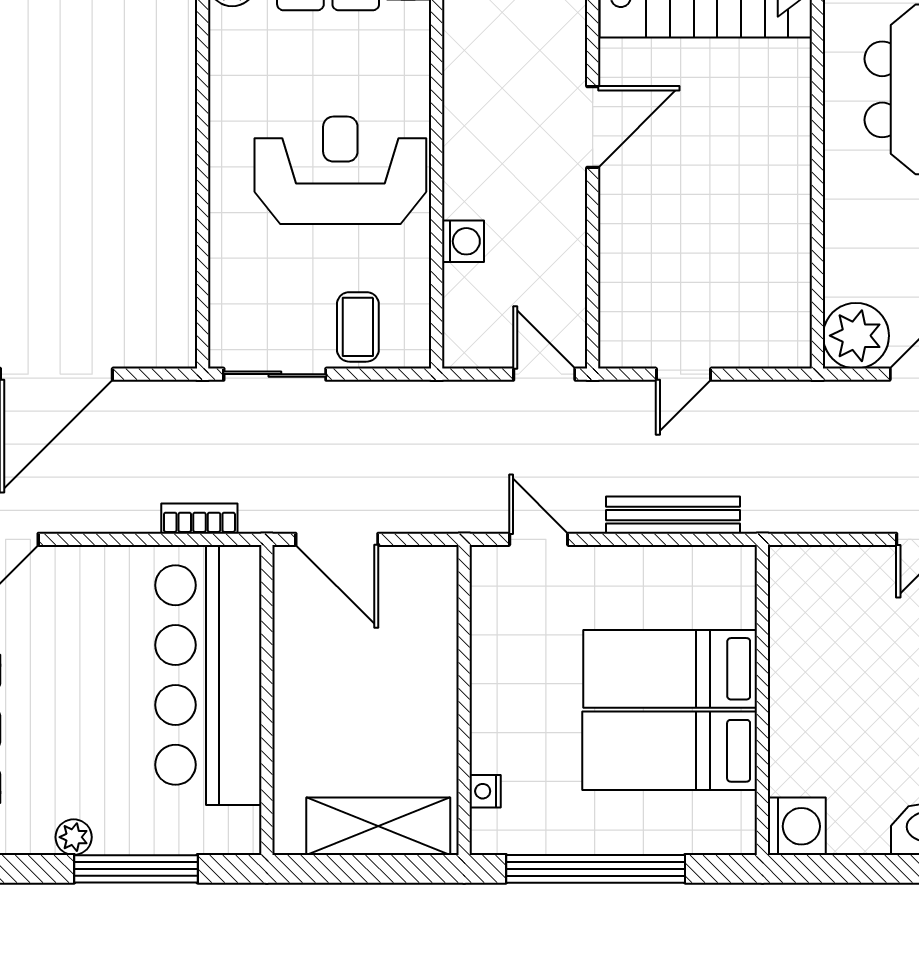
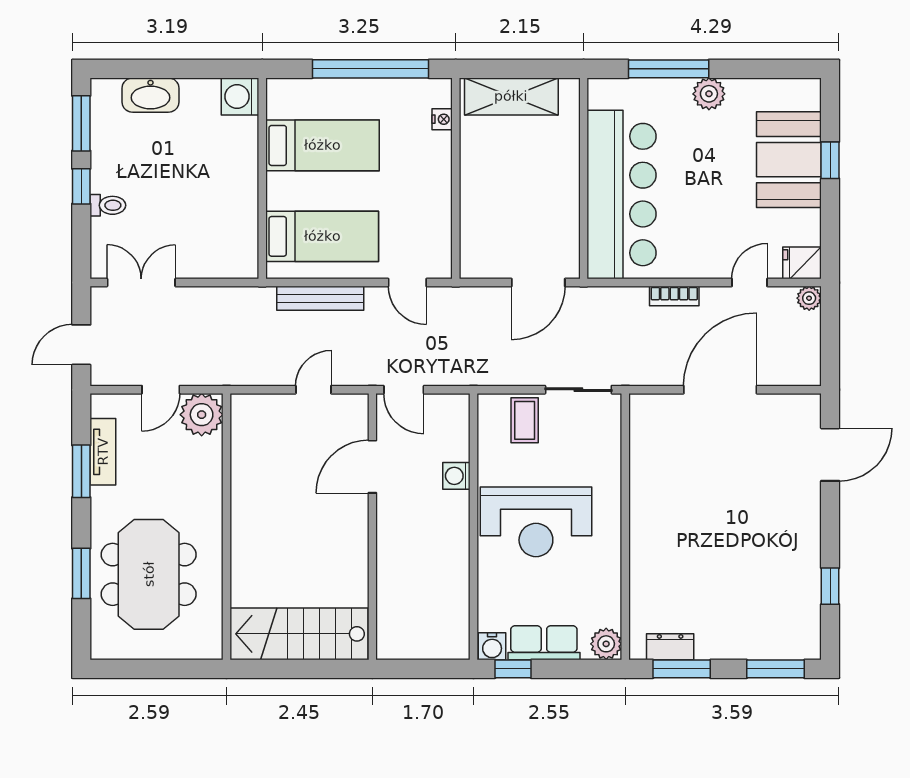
door: (593, 127) -> (372, 467), moved
bookcase: (199, 519) -> (674, 296), moved
door: (337, 539) -> (538, 283), swing flipped
bed: (670, 669) -> (322, 236), moved
plant: (74, 837) -> (709, 94), width x1.38, depth x1.38

